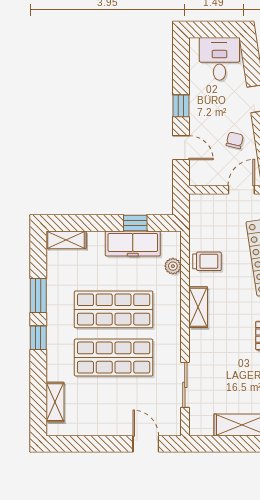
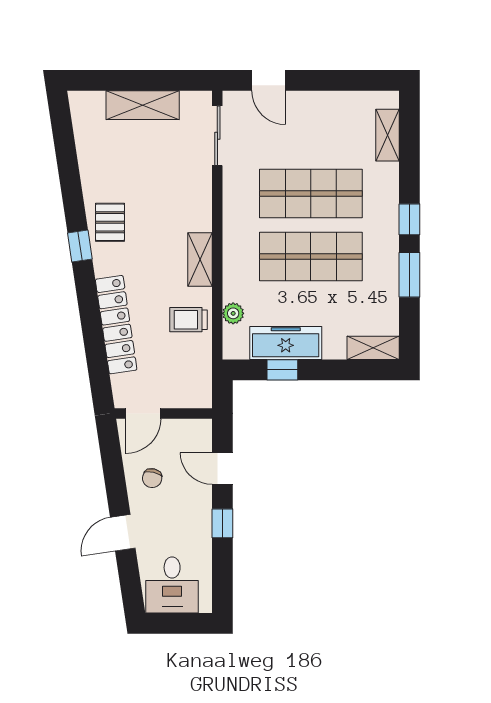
sliding door: (185, 385) -> (217, 136), moved

